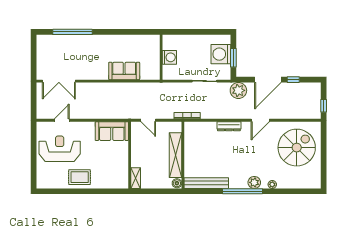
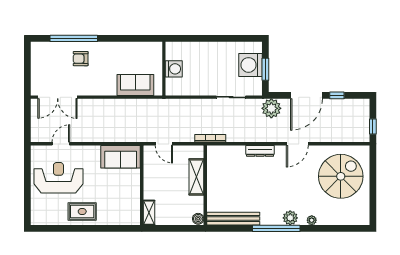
armchair: (78, 49) -> (81, 59), added
wall: (161, 57) -> (164, 69), moved
washing machine: (169, 57) -> (174, 69), moved
shelving: (175, 155) -> (196, 177), width x0.68

